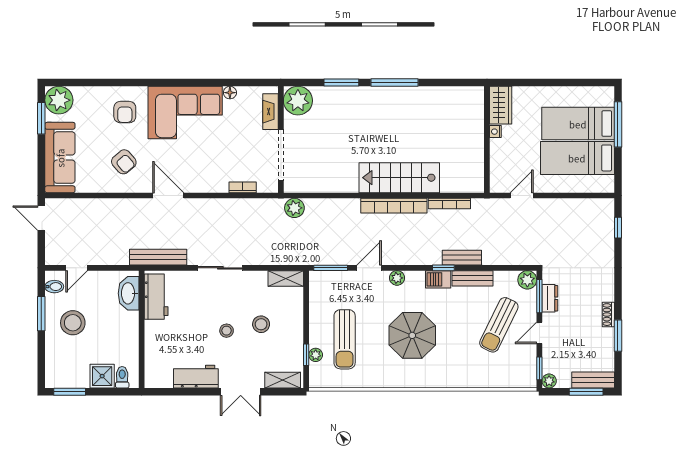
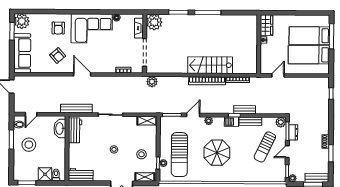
stool: (261, 324) -> (141, 154), moved
sun lounger: (345, 339) -> (179, 155), width x1.36, depth x1.34
workbench: (196, 377) -> (81, 175), moved

